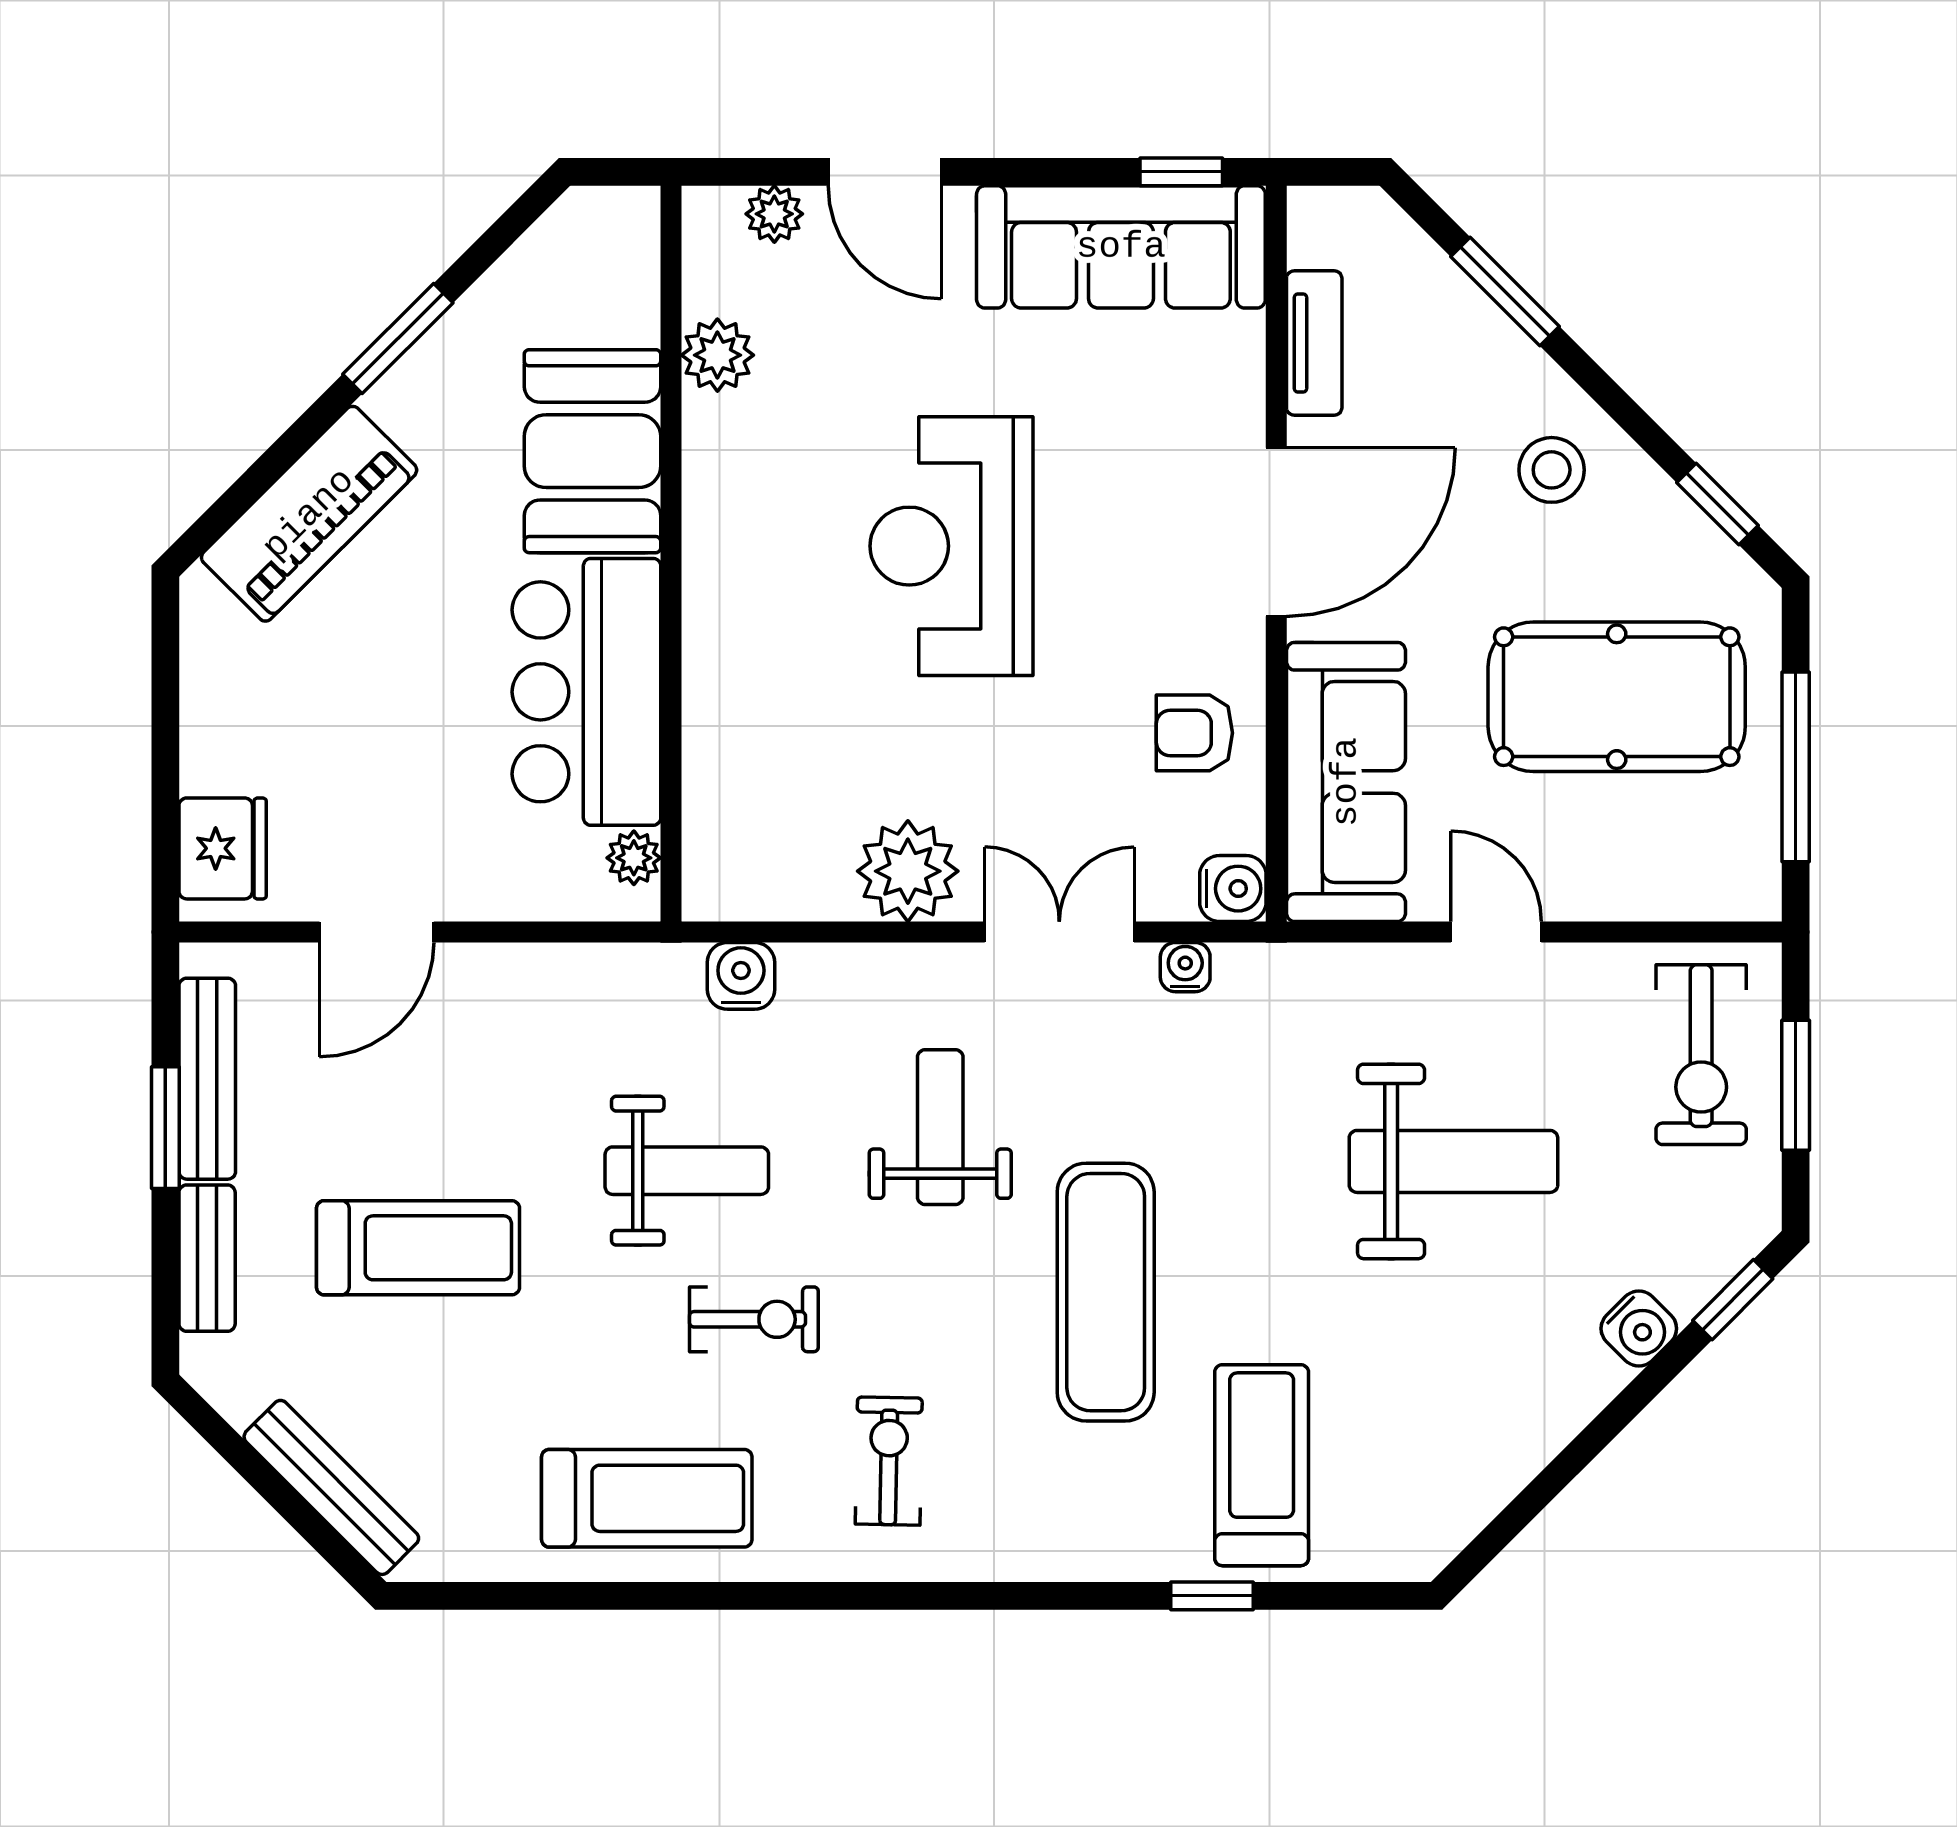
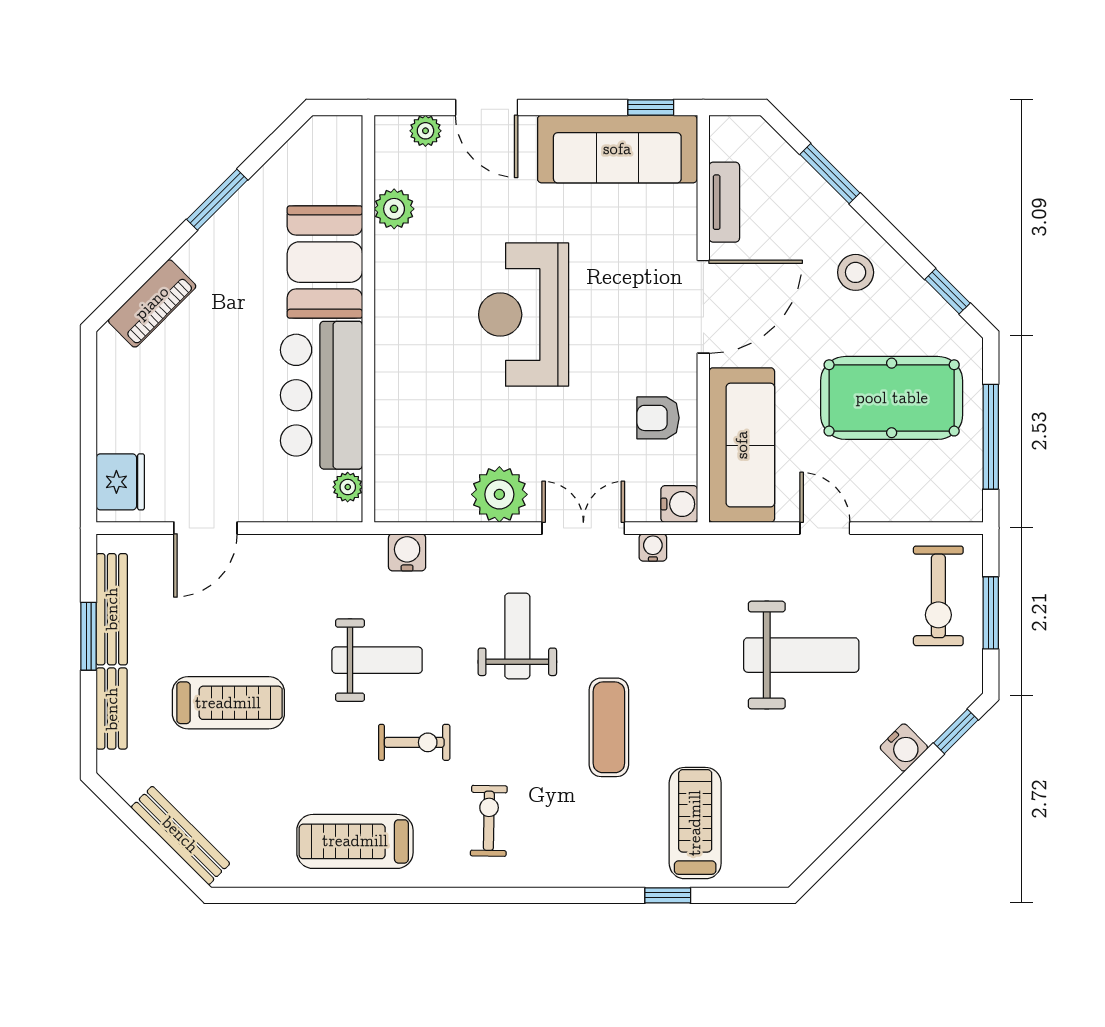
piano: (309, 514) -> (152, 303), width x0.73, depth x0.75
exercise mat: (1106, 1292) -> (609, 727), width x0.73, depth x0.69
treadmill: (647, 1498) -> (355, 841), turned 180

